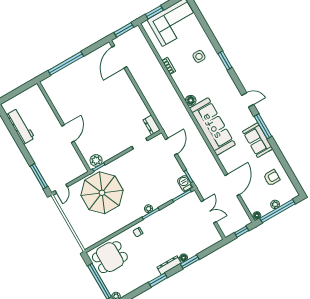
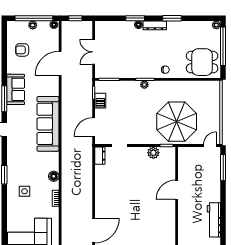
floor lamp: (191, 100) -> (54, 176), moved
plant: (96, 160) -> (153, 153), moved
barbecue: (185, 184) -> (100, 101), moved

